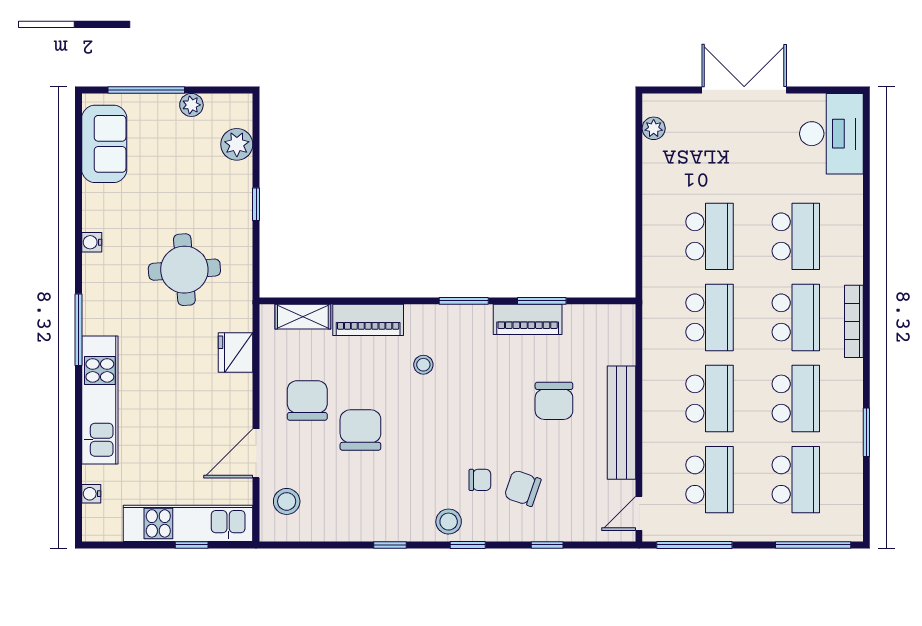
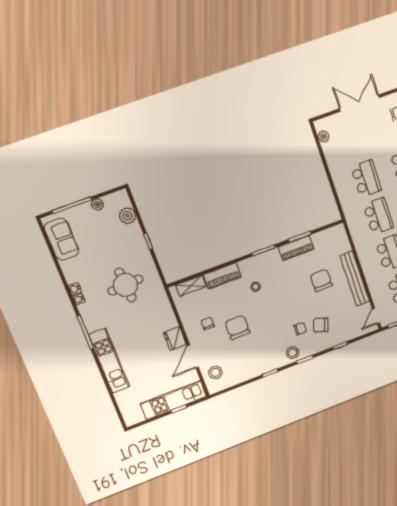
fridge: (236, 353) -> (175, 338), moved
chair: (307, 400) -> (208, 323), width x0.54, depth x0.54
chair: (554, 401) -> (321, 280), turned 180
water cooler: (91, 494) -> (79, 299), moved

